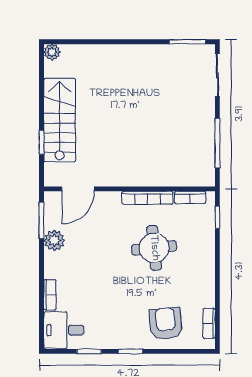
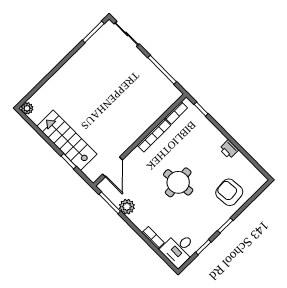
round table: (154, 248) -> (178, 182), moved
printer: (206, 282) -> (229, 149), added
bookcase: (209, 323) -> (252, 169), removed

